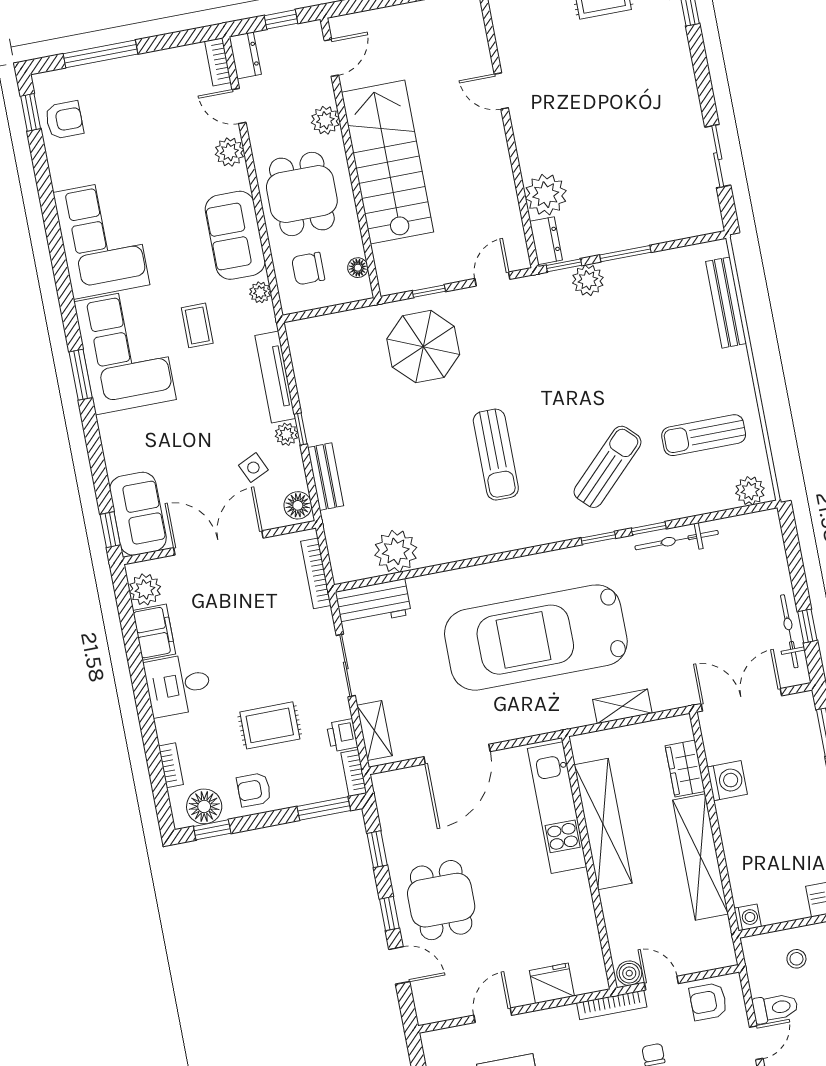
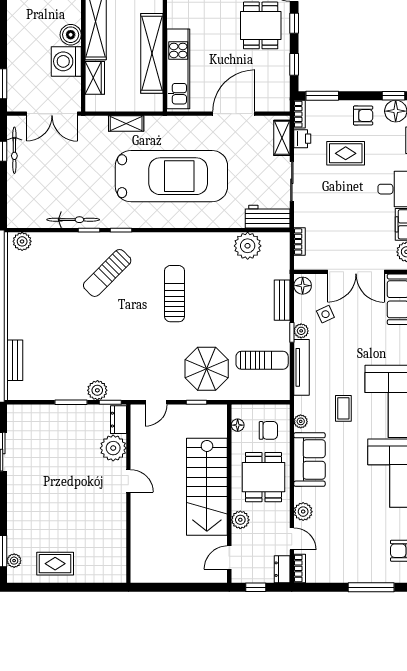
door: (501, 91) -> (128, 481), moved
bench: (726, 303) -> (15, 360), width x0.73
sun lounger: (704, 435) -> (262, 360), moved
bookcase: (316, 573) -> (299, 242), width x0.64
washing machine: (727, 781) -> (66, 61), width x1.37, depth x1.37
boiler: (736, 829) -> (71, 35), added

